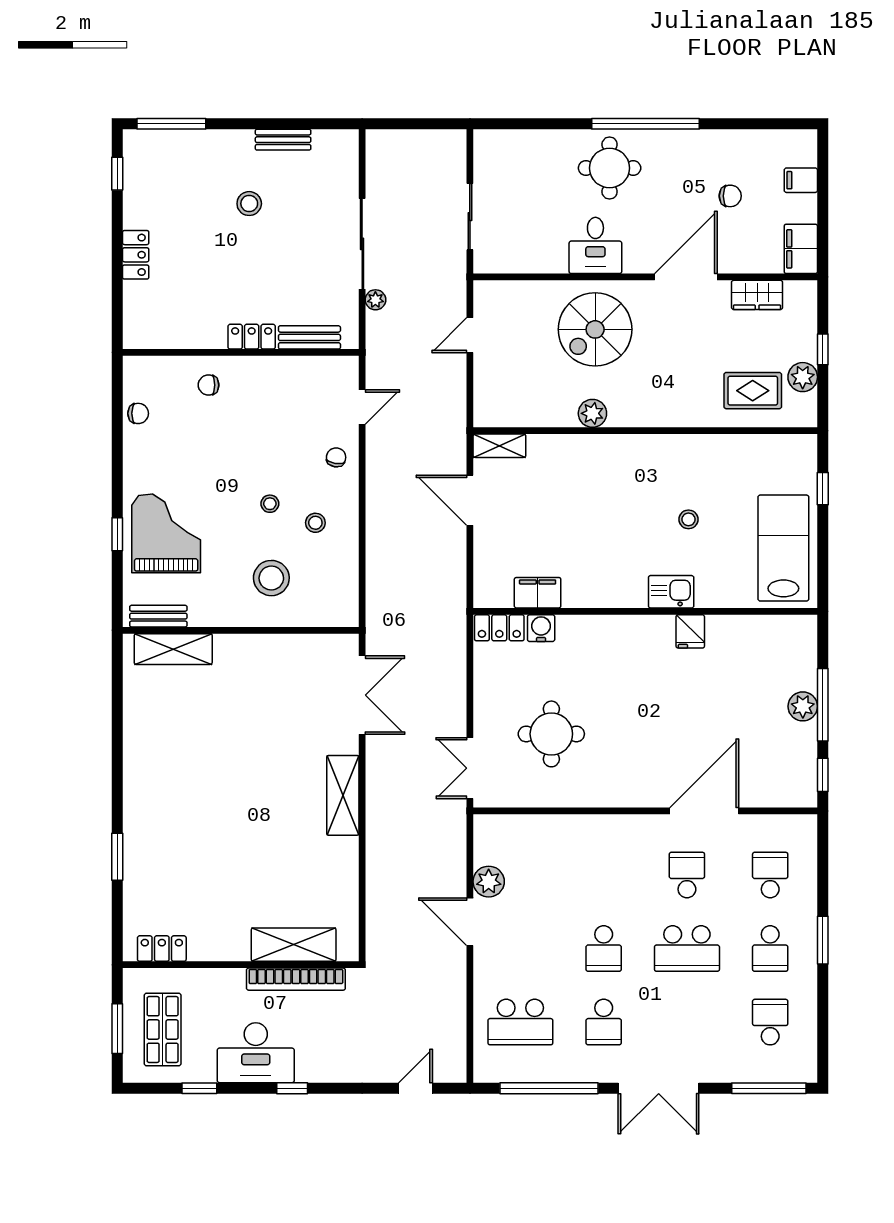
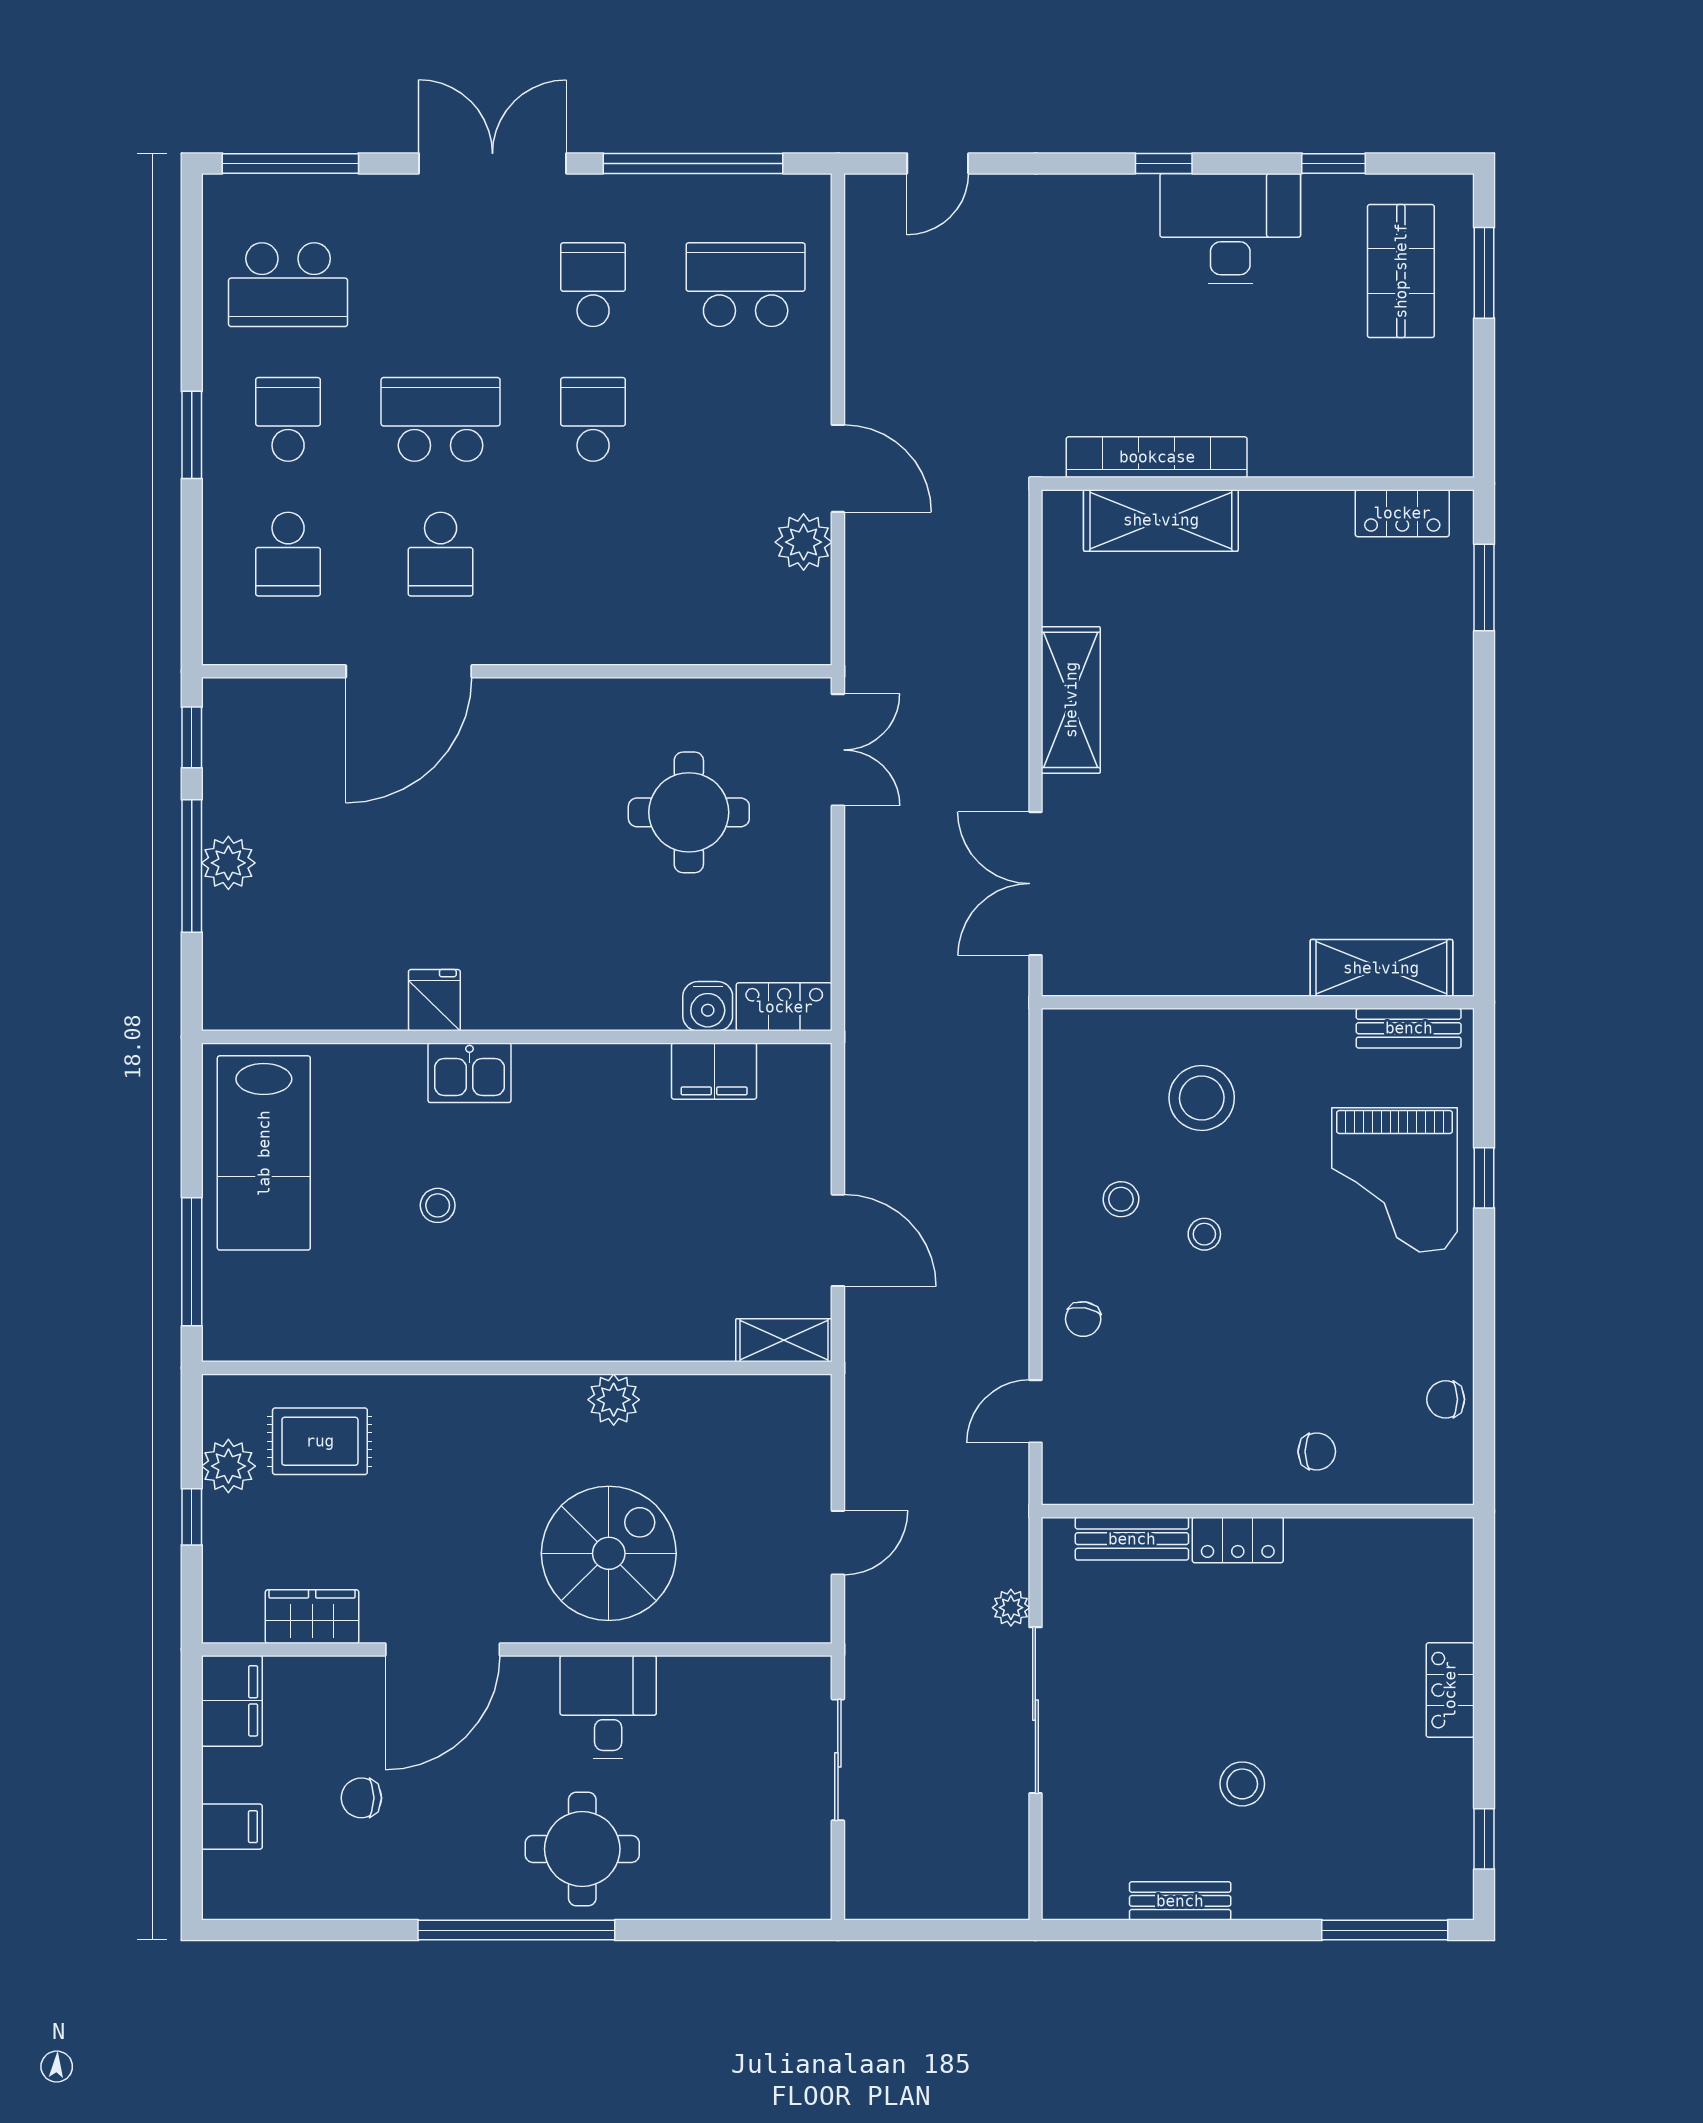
window: (823, 489) -> (192, 1262), width x2.17
shelving: (294, 945) -> (1161, 520), moved
locker: (162, 949) -> (1402, 513), moved
wall: (241, 965) -> (1258, 484), moved
bookcase: (296, 979) -> (1157, 457), moved
school desk: (770, 1022) -> (288, 285), width x1.85

